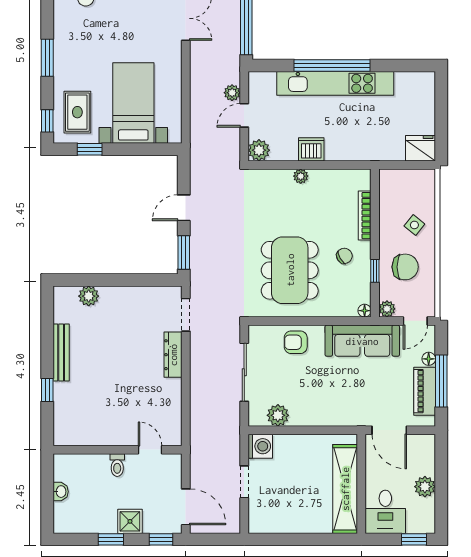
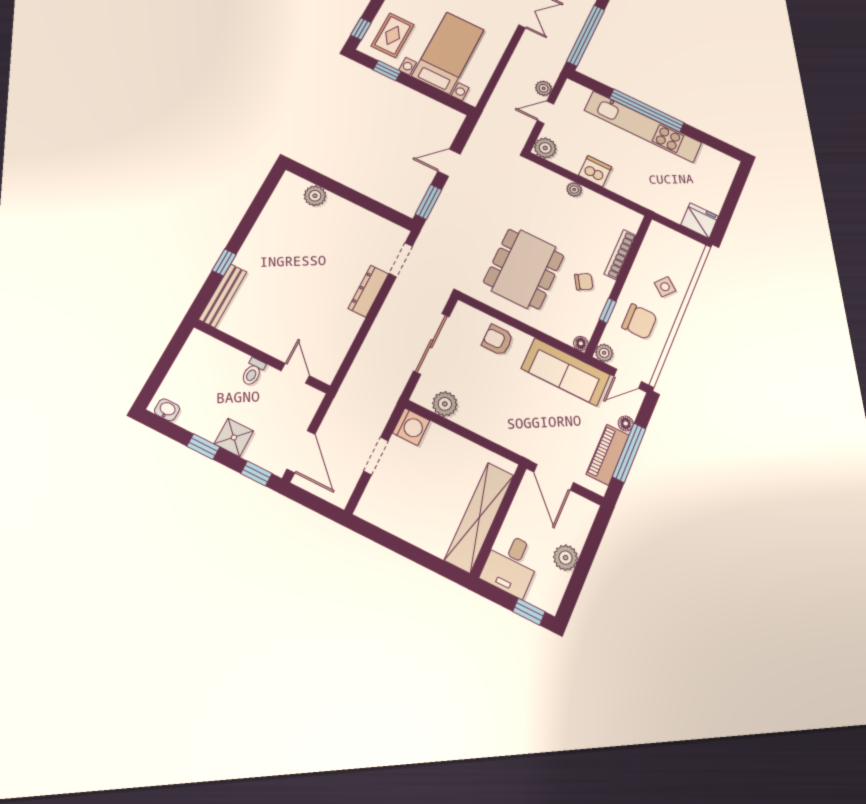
bench: (61, 352) -> (223, 296), moved
washbasin: (61, 492) -> (167, 410), moved, turned -90

